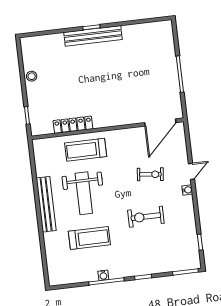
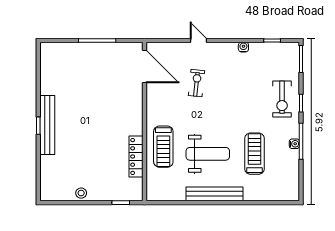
water cooler: (187, 190) -> (243, 47), moved
exercise bike: (146, 217) -> (282, 99), moved

